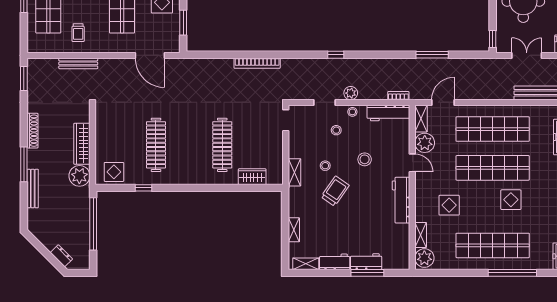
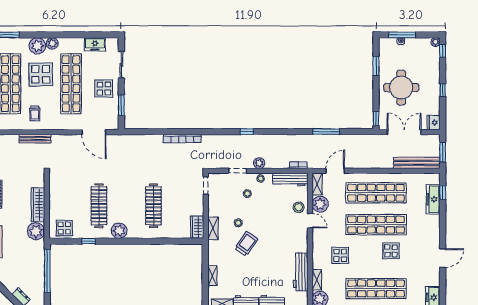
double door: (527, 55) -> (404, 132), width x1.37
stool: (365, 159) -> (299, 207), moved
plant: (181, 175) -> (119, 231), added
wardrobe: (252, 177) -> (197, 227), moved, turned -90
workbench: (401, 200) -> (301, 272), moved

